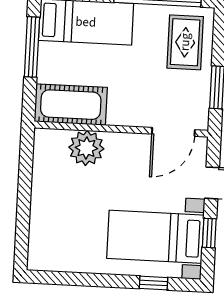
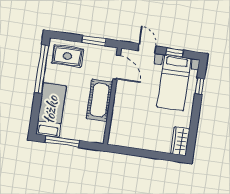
cot: (71, 105) -> (99, 100), moved
plant: (86, 148) -> (121, 116), removed
wardrobe: (52, 257) -> (180, 141), added

